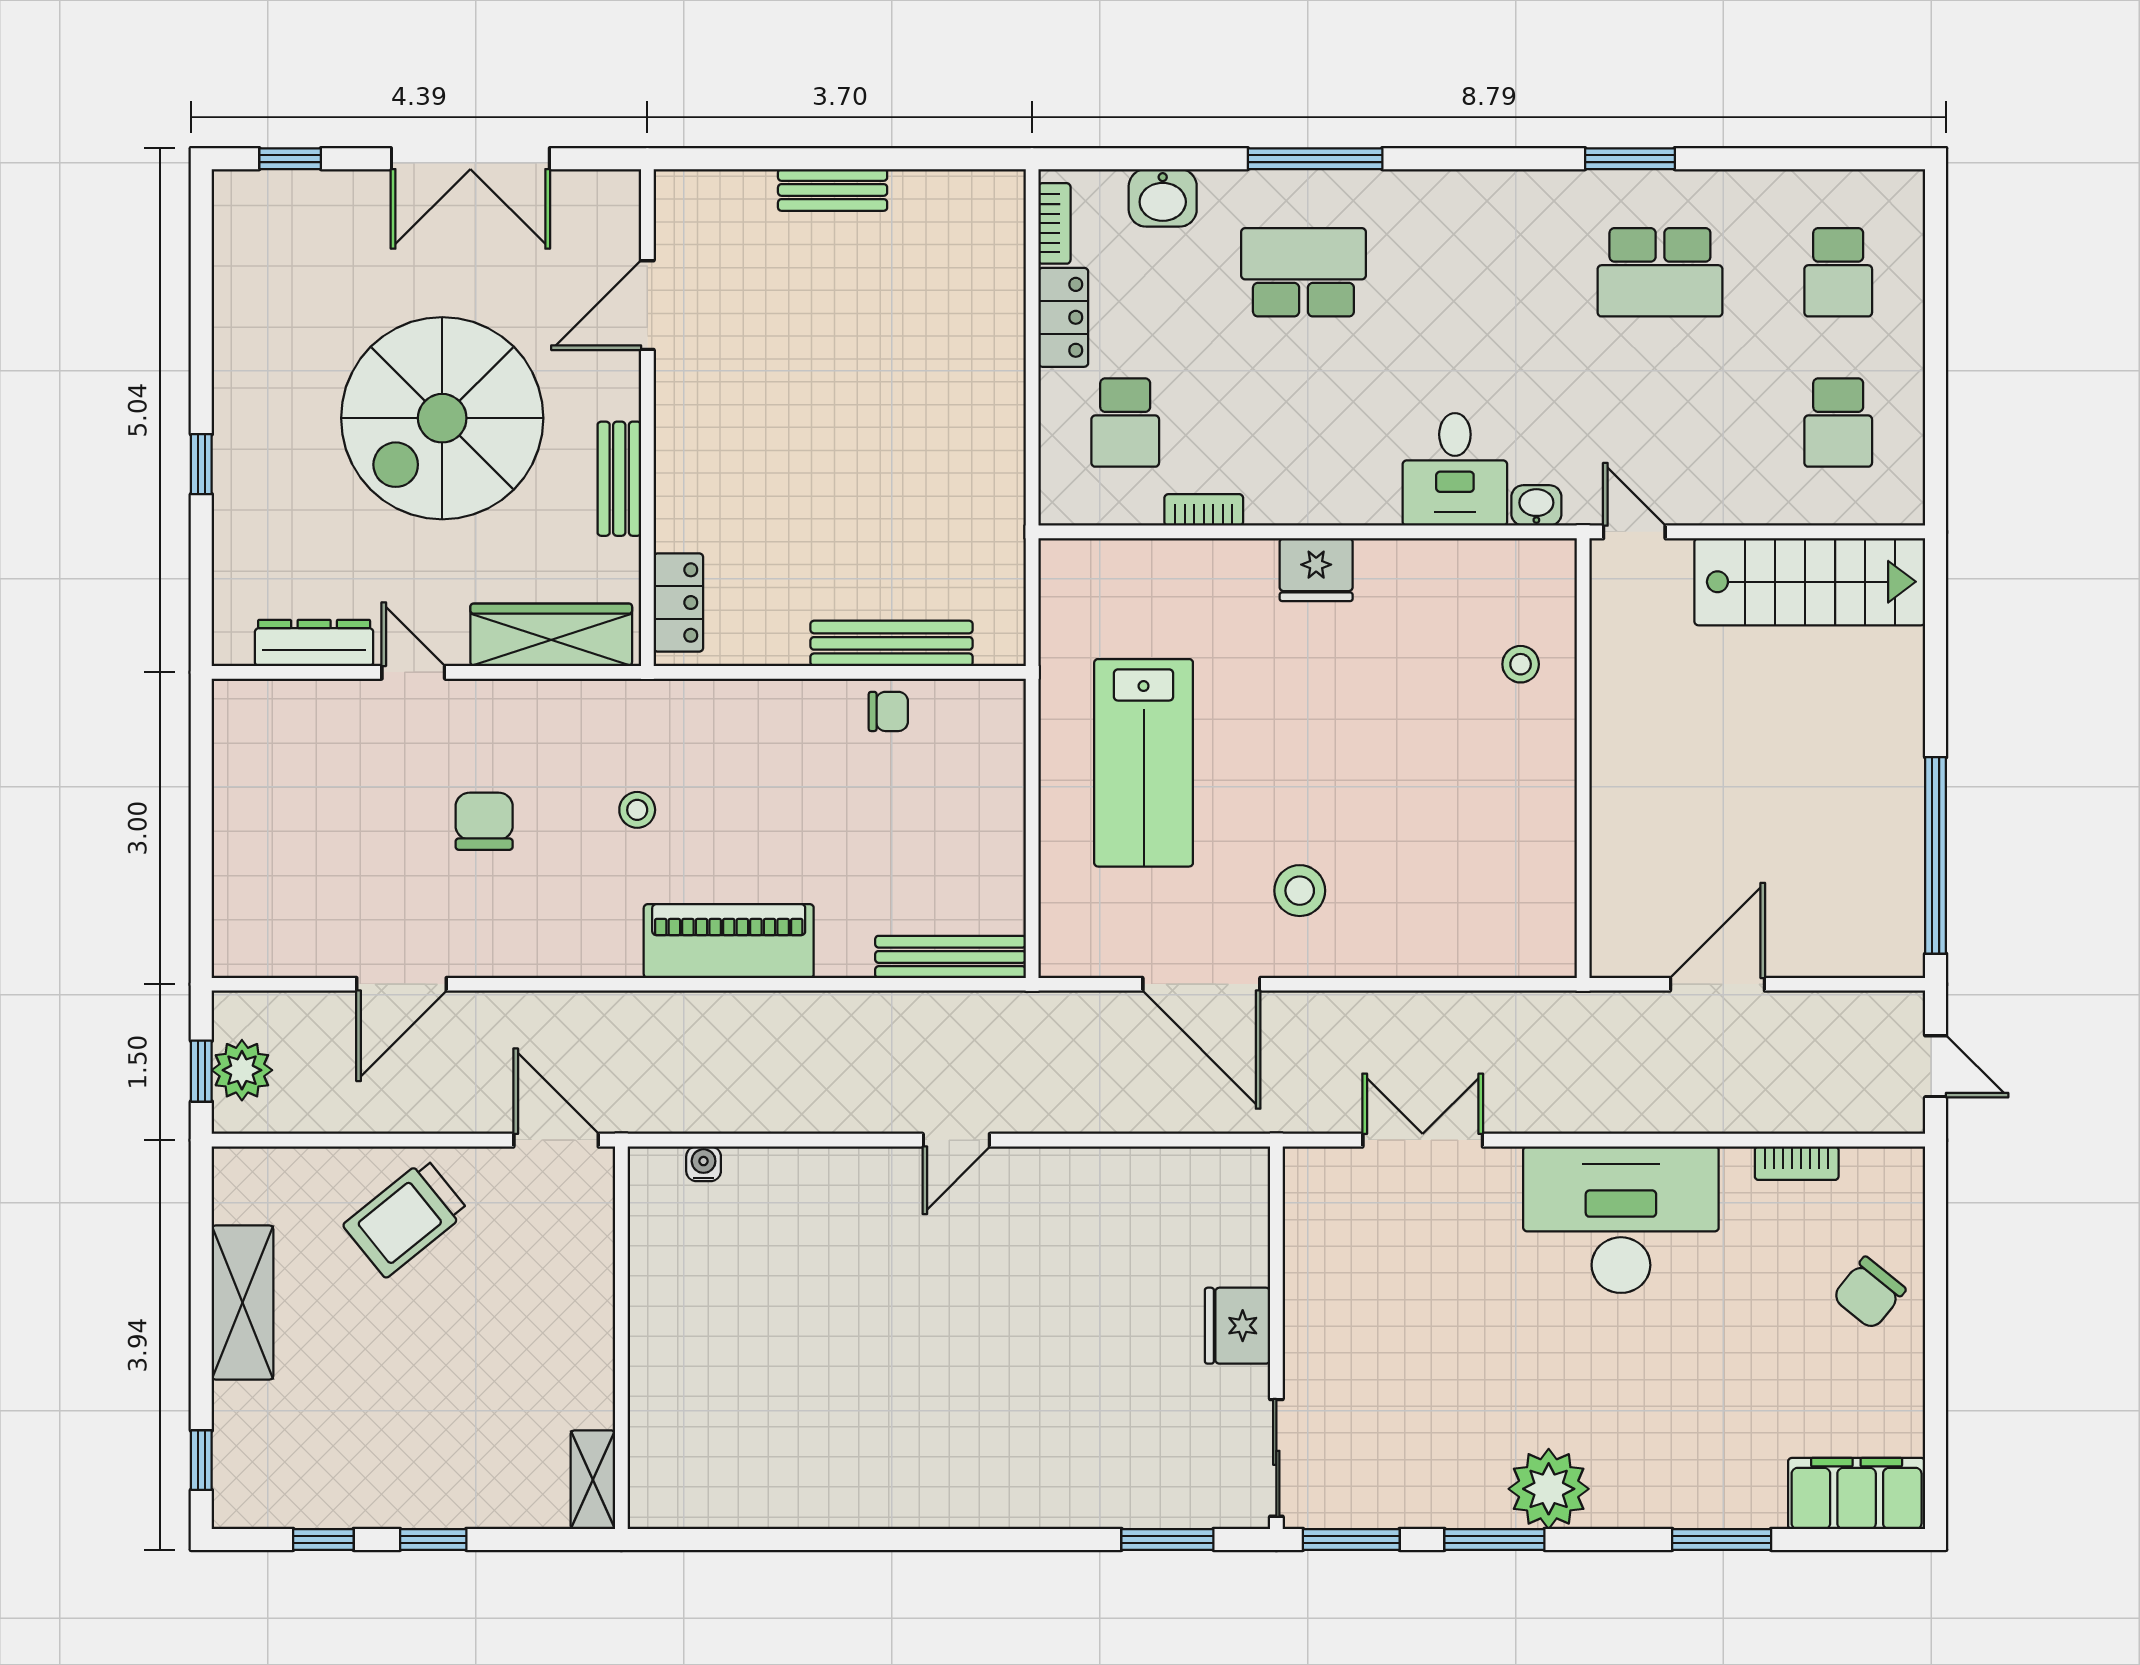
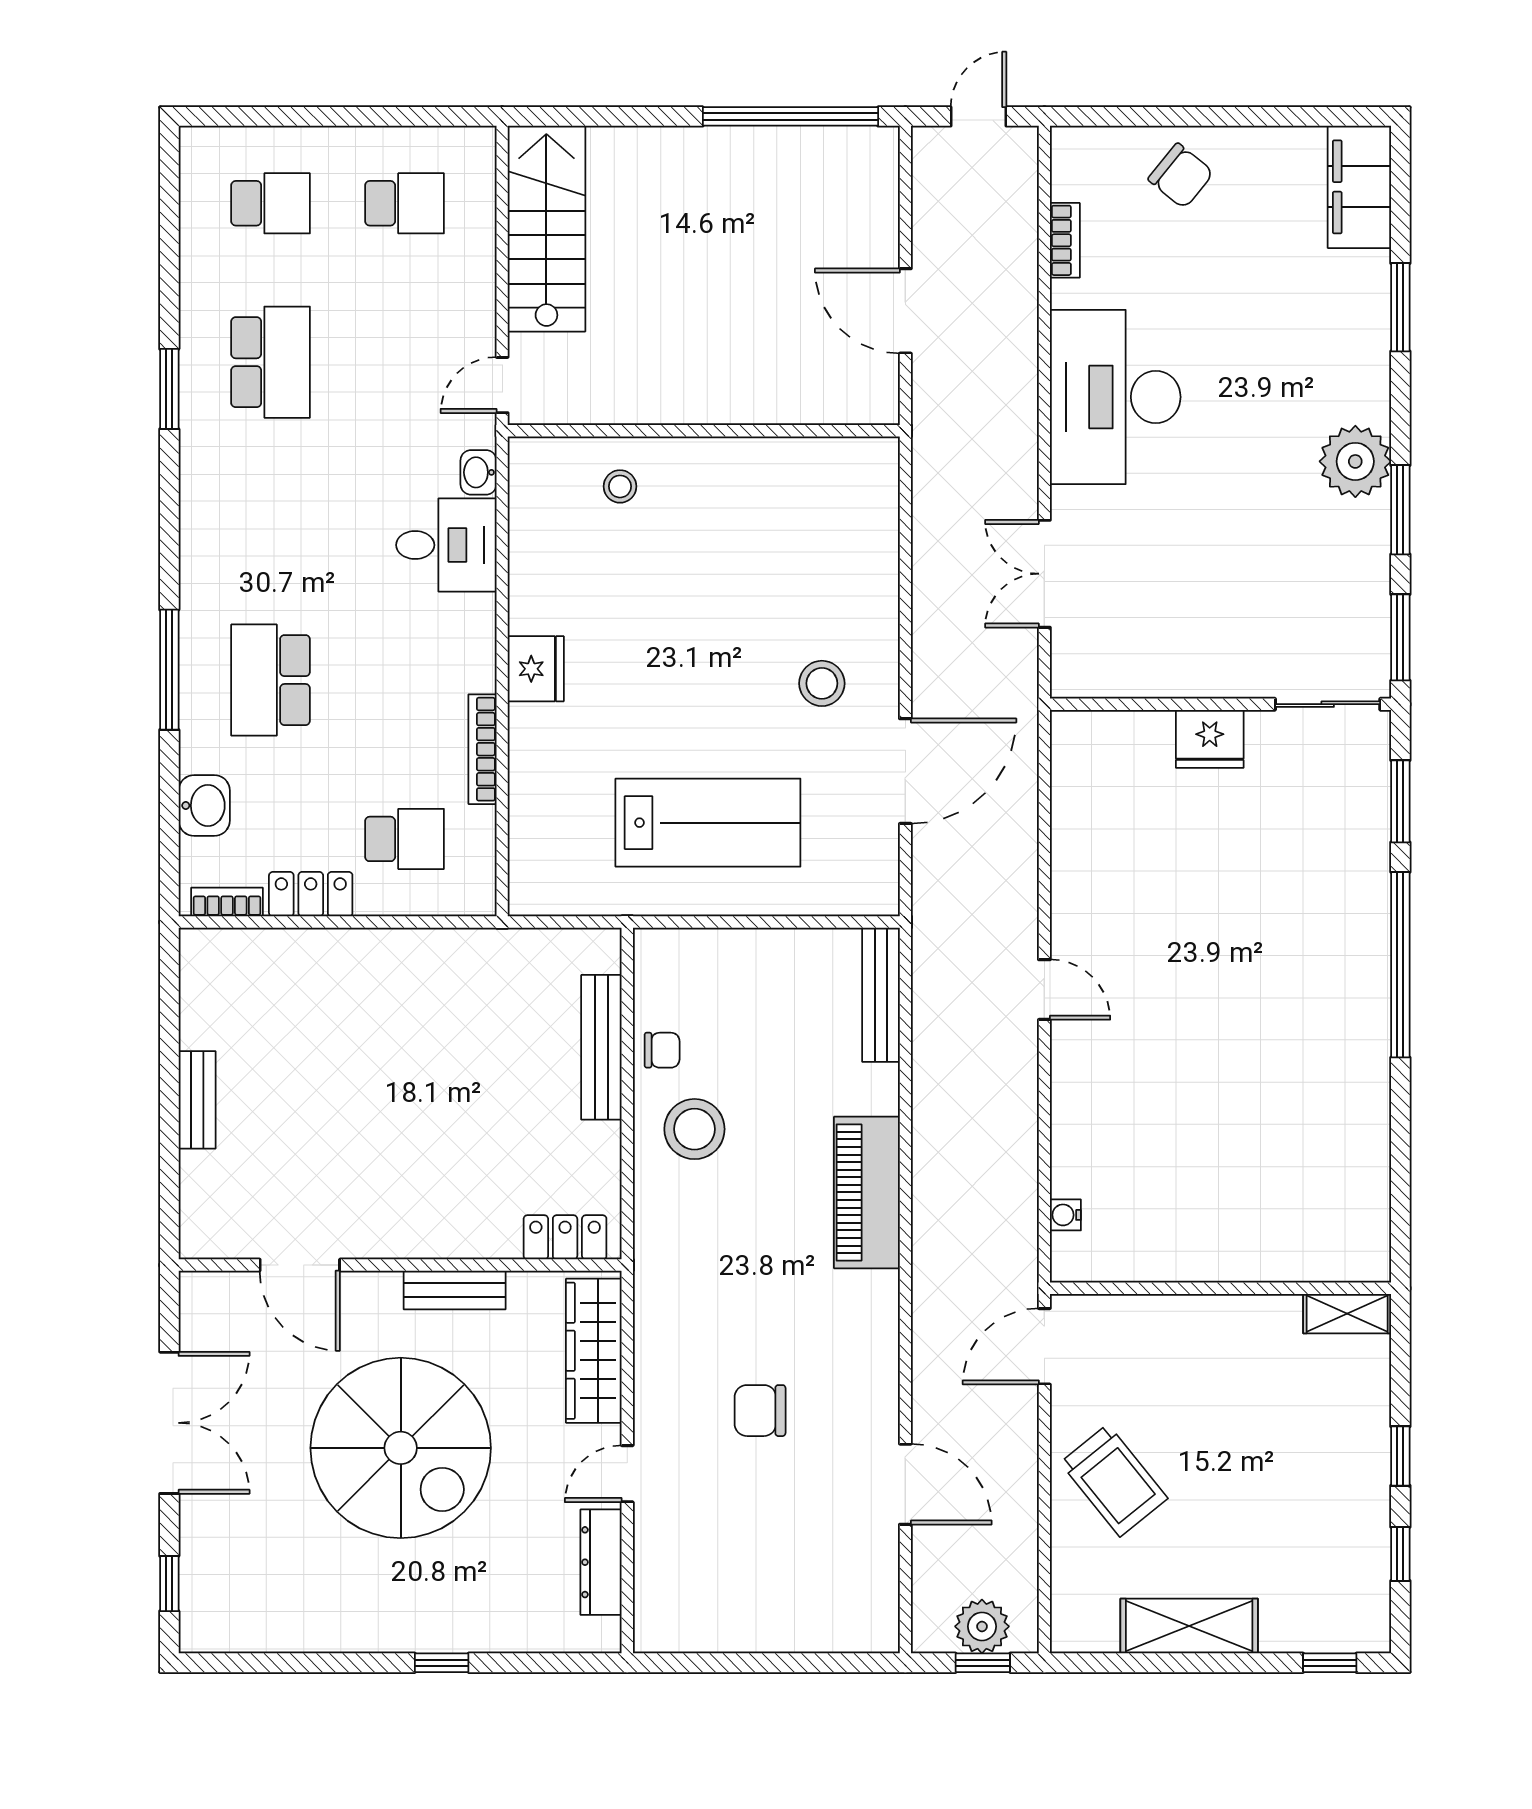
bookcase: (1204, 510) -> (482, 749), width x1.56
chair: (888, 711) -> (662, 1050), turned 90
stool: (637, 810) -> (694, 1129), moved, width x1.89, depth x1.89
window: (984, 1539) -> (1400, 965), added

